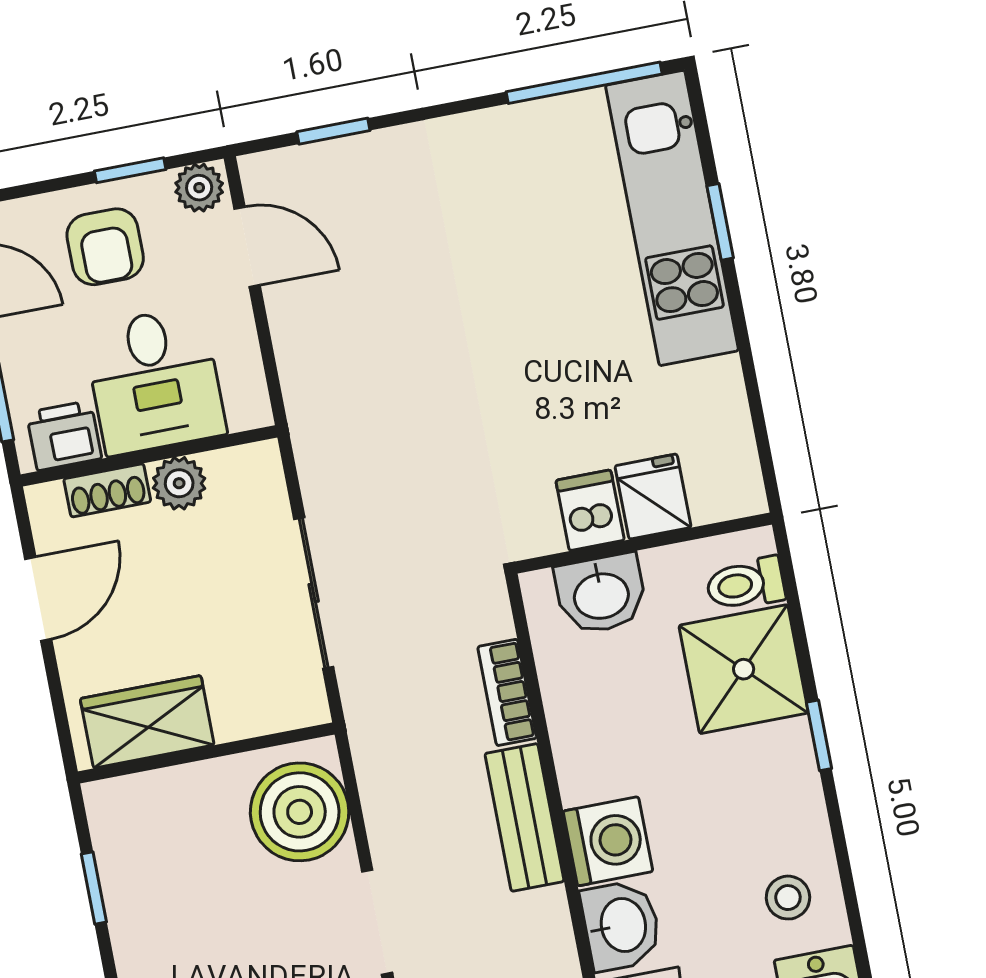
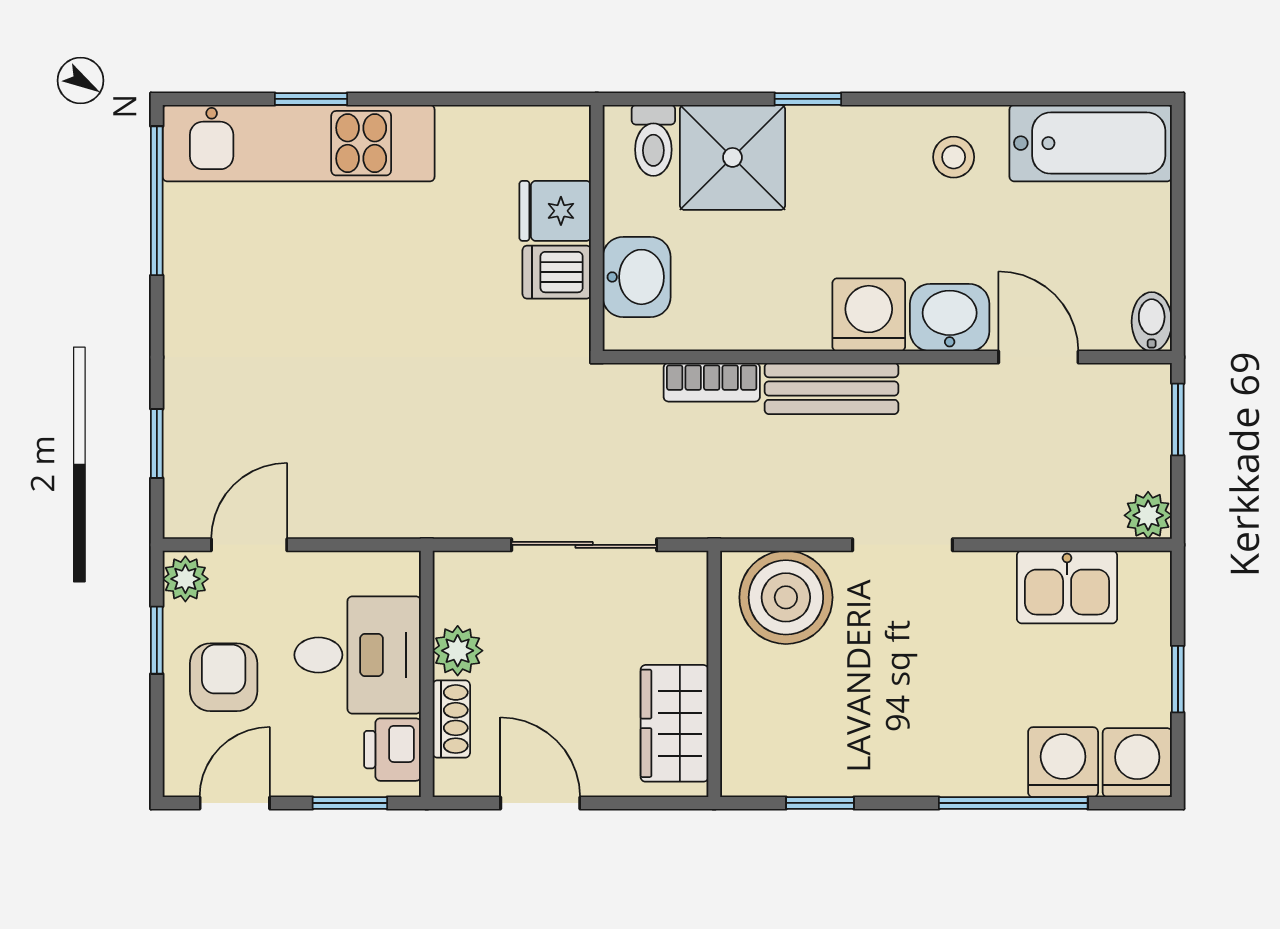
armchair: (105, 247) -> (224, 677), turned -90

